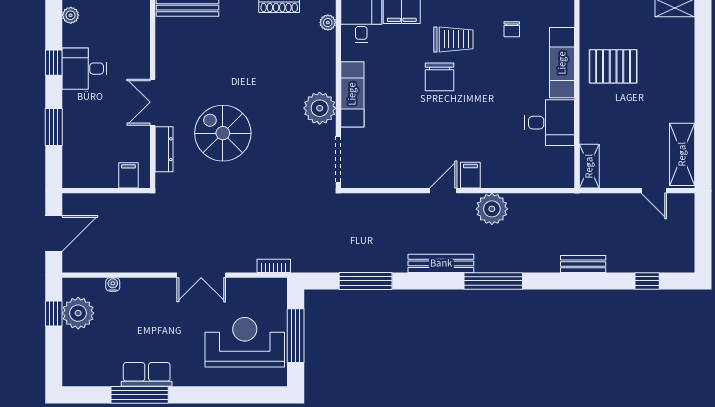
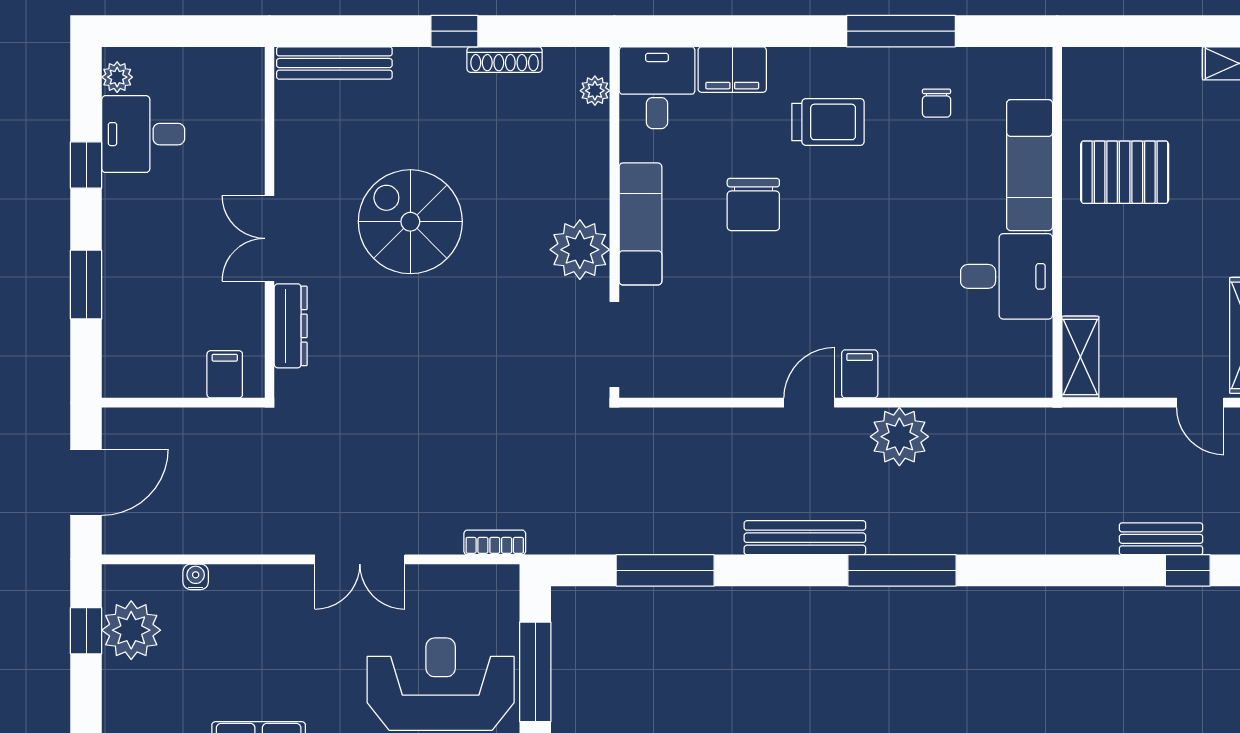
desk: (85, 69) -> (143, 134), moved
chair: (439, 77) -> (753, 205), moved
spiral stairs: (223, 133) -> (410, 222), moved
bench: (583, 264) -> (1161, 539), moved

